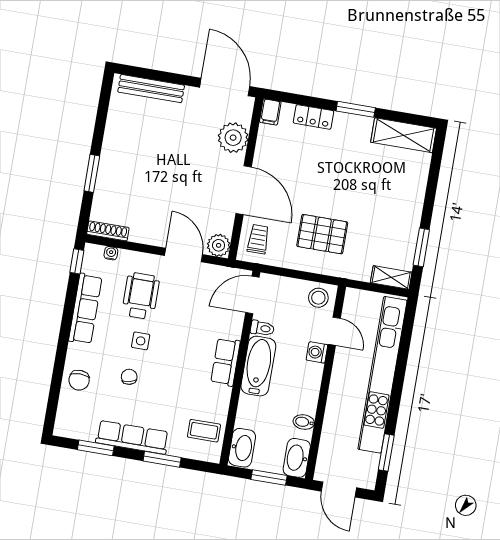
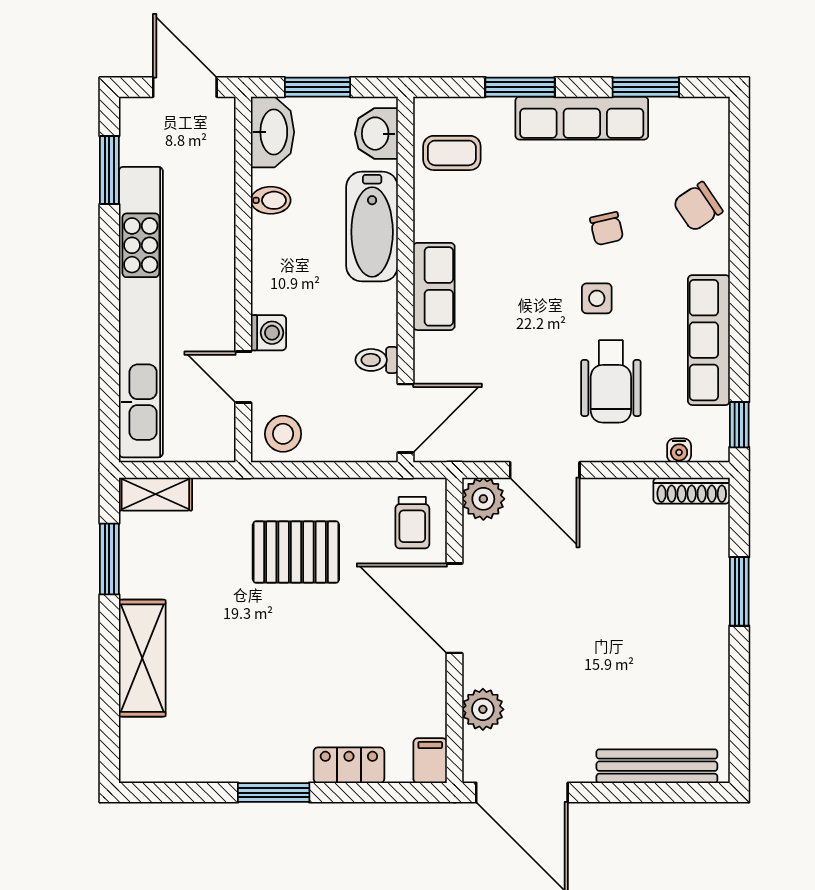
shelving: (404, 135) -> (142, 658), moved, turned 90
plant: (233, 138) -> (483, 709), width x0.73, depth x0.73
bathtub: (258, 366) -> (372, 226), moved
chair: (79, 380) -> (698, 207), turned -124
washbasin: (242, 448) -> (376, 134), width x0.72

